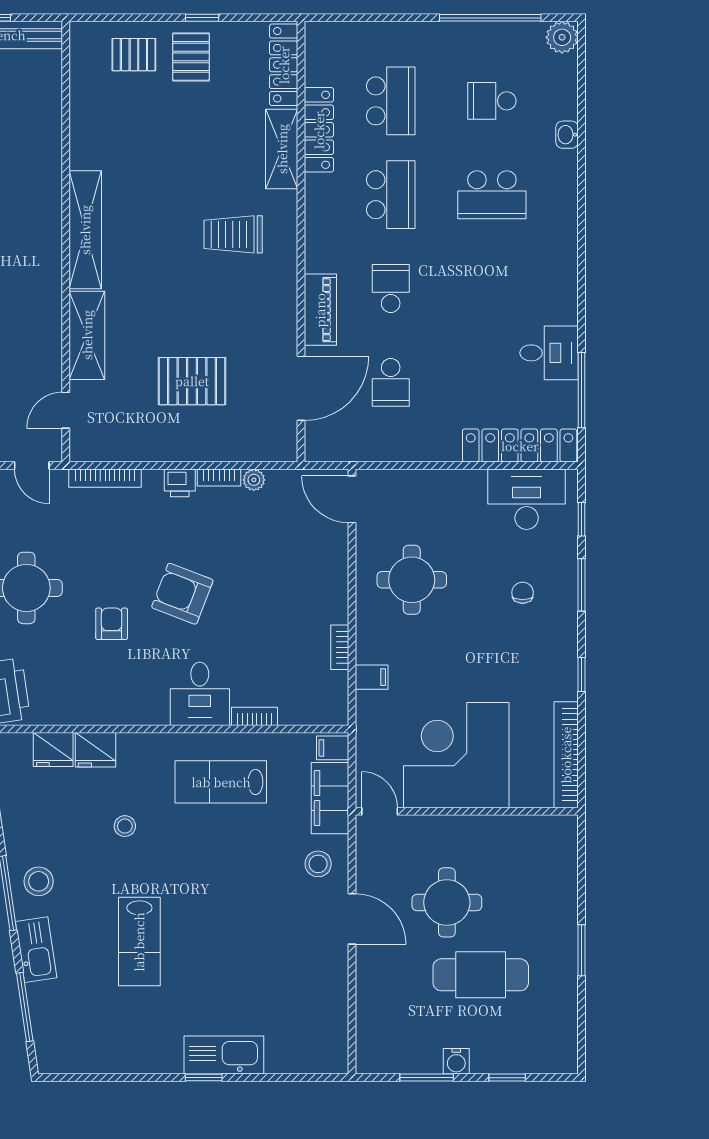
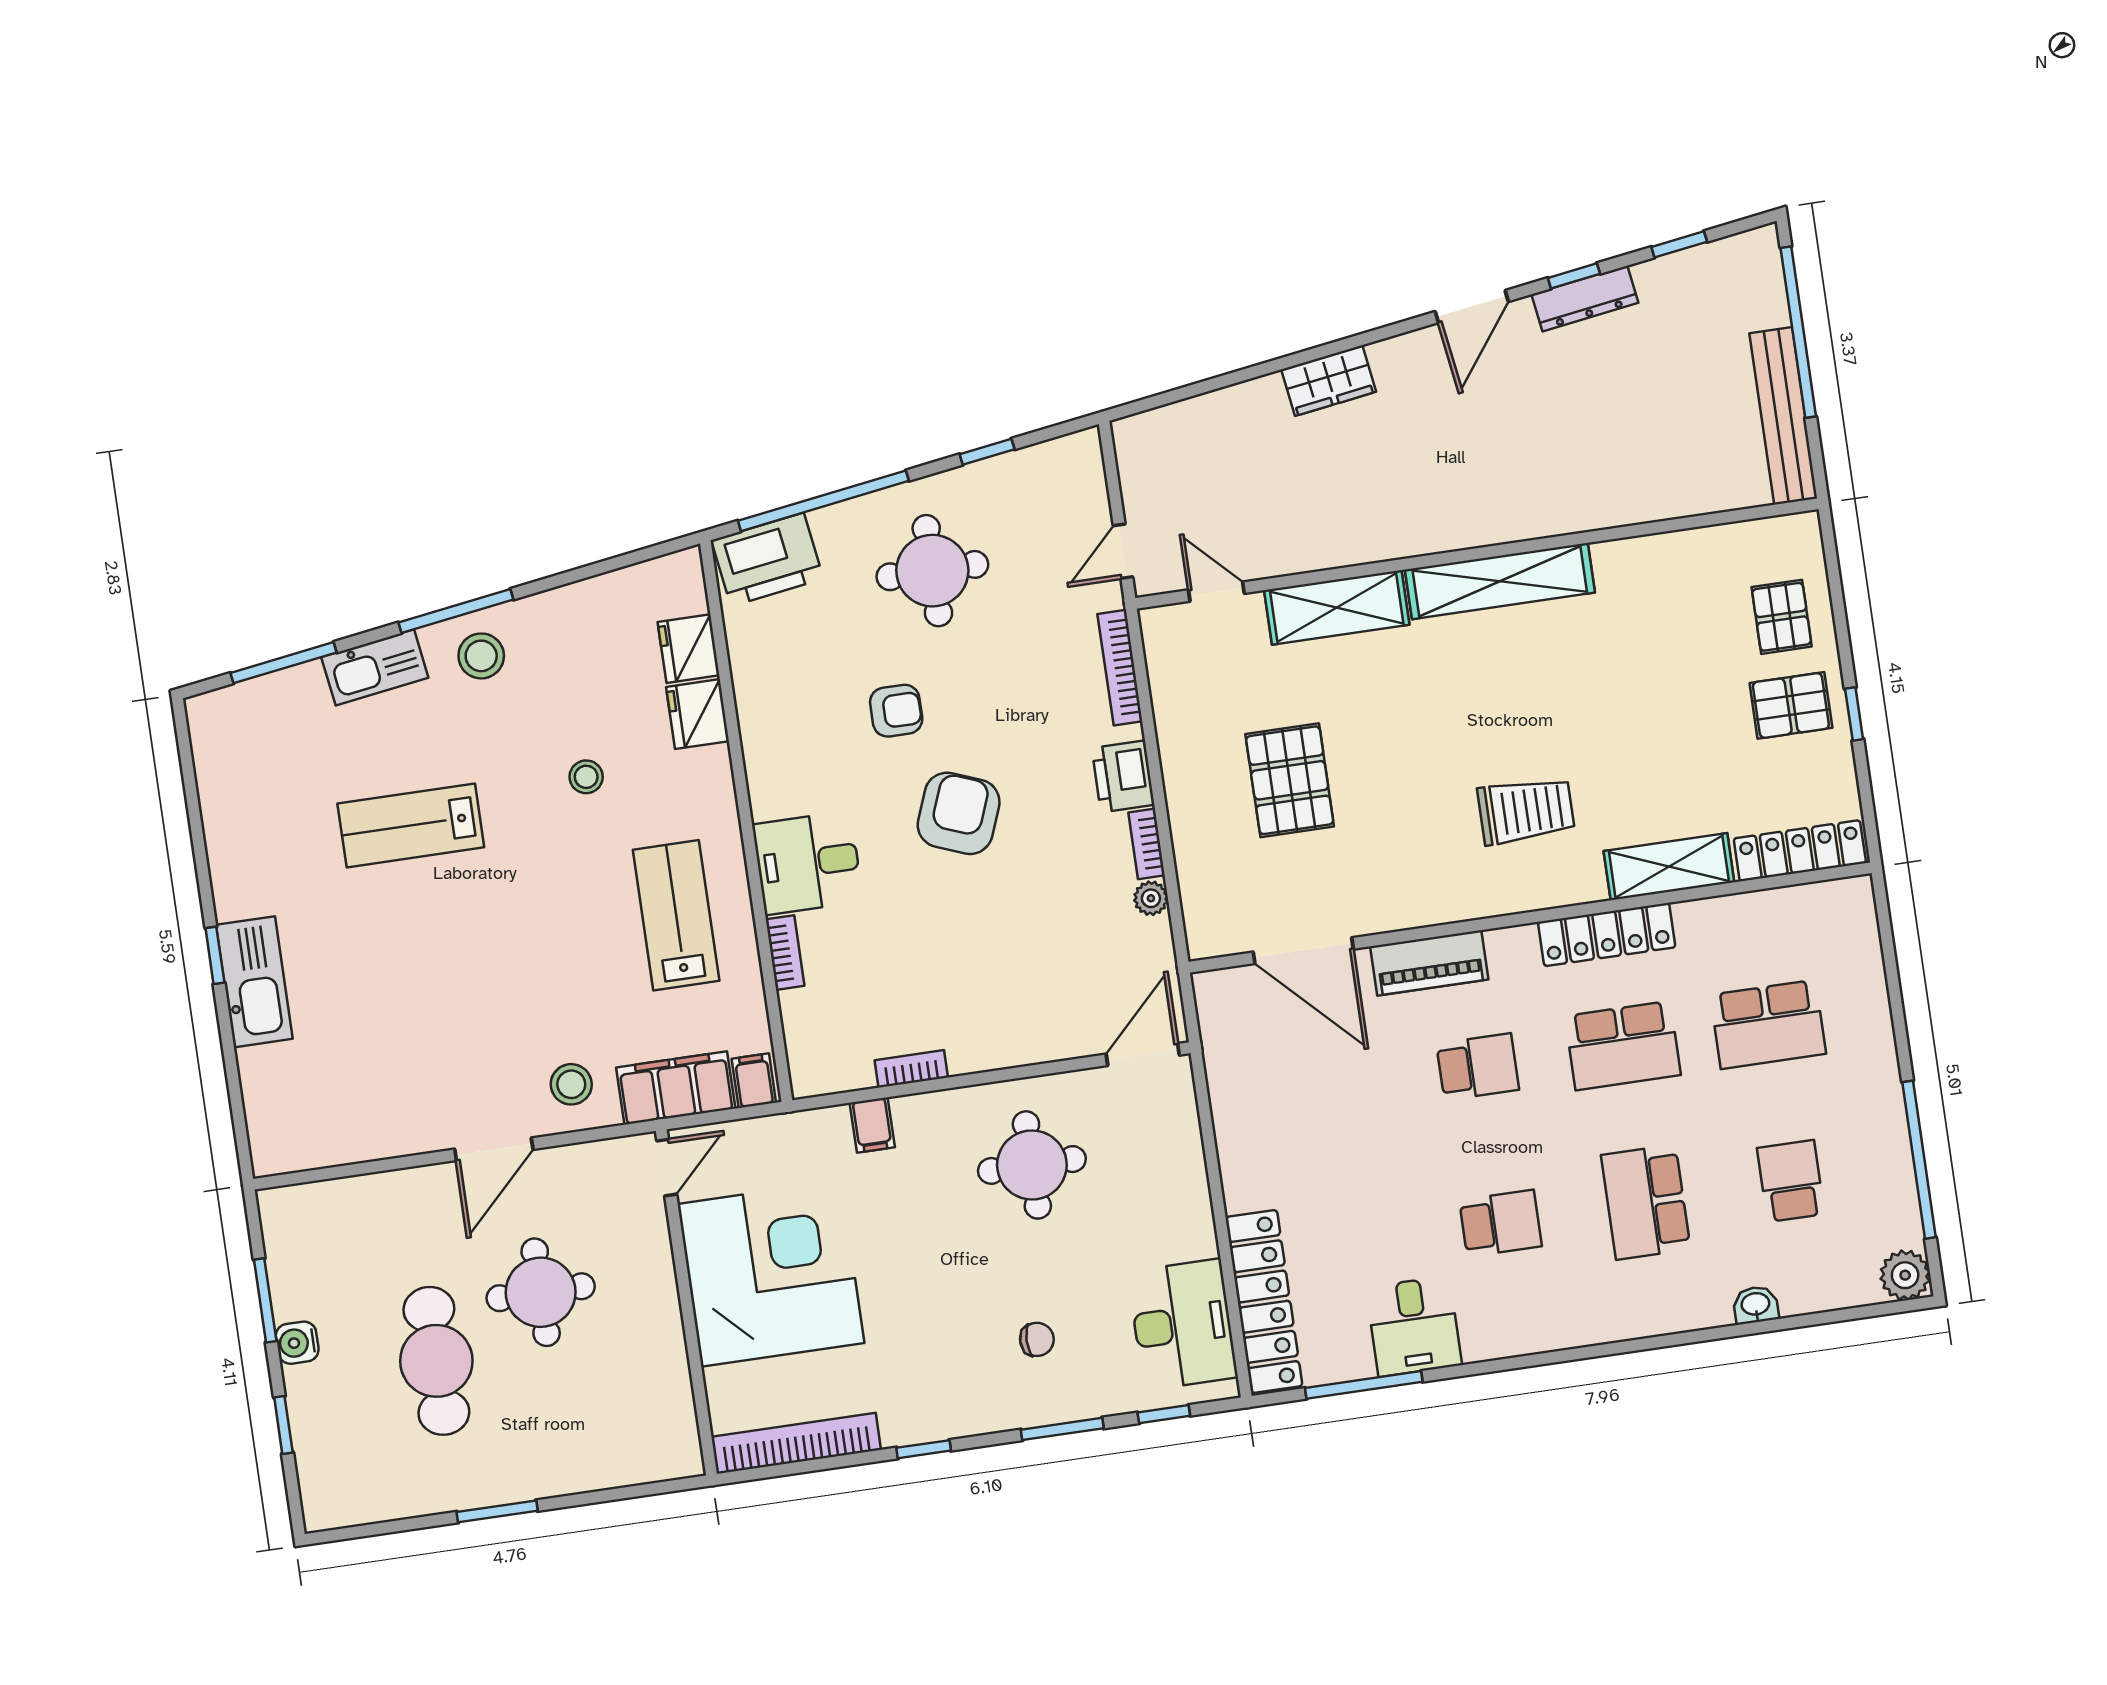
locker: (319, 130) -> (1607, 935), moved
trolley: (233, 234) -> (1526, 811), turned 90
school desk: (391, 382) -> (1501, 1223), moved, turned 180
printer: (180, 483) -> (1123, 776), width x1.36, depth x1.24

